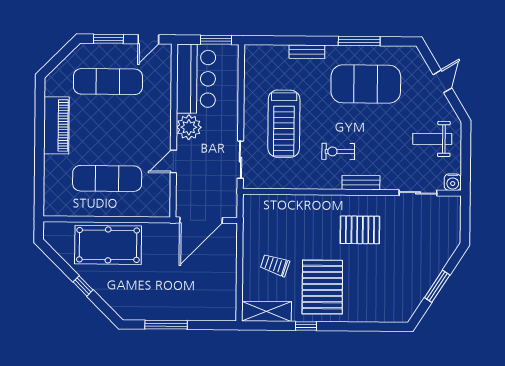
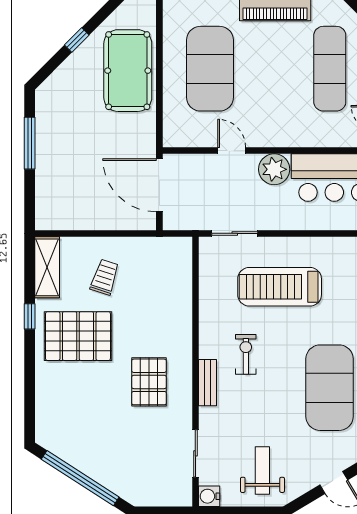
exercise mat: (107, 178) -> (210, 69), width x1.47
window: (437, 286) -> (80, 478), width x2.11

